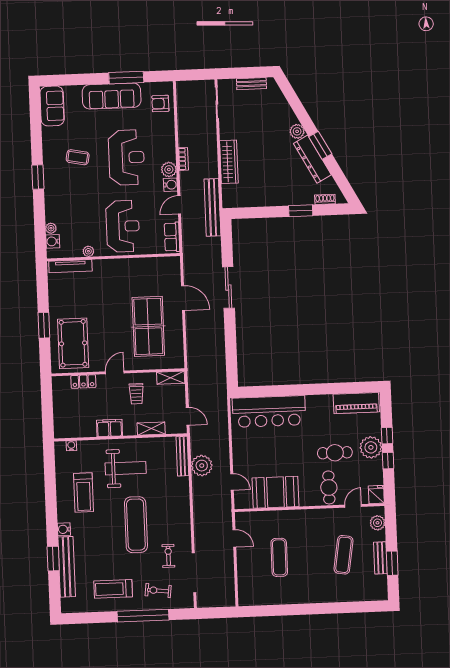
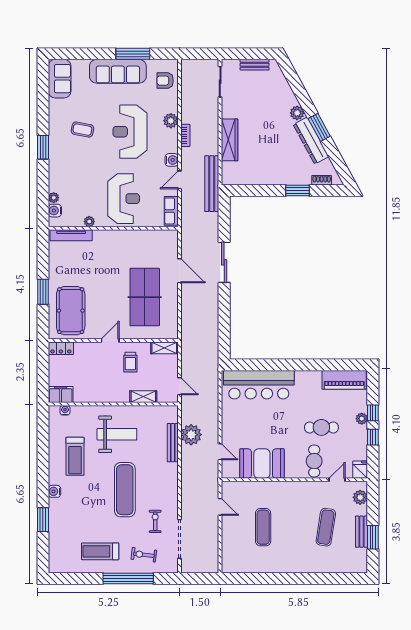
reception desk: (126, 157) -> (130, 132), turned 180
plant: (169, 169) -> (171, 121), moved
locker: (83, 382) -> (61, 348), moved
filing cabinet: (109, 428) -> (61, 395), moved
plant: (371, 447) -> (362, 419), width x0.53, depth x0.53
bench: (182, 456) -> (173, 443), moved
bench: (67, 567) -> (56, 528), removed

